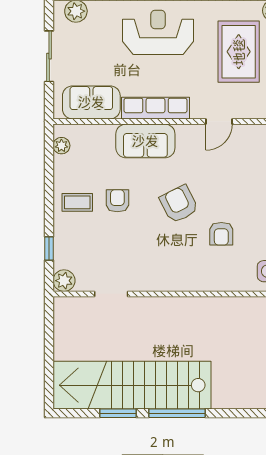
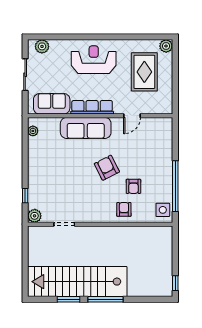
sofa: (145, 141) -> (86, 128), width x1.36
armchair: (117, 201) -> (124, 209), moved
coffee table: (77, 202) -> (43, 167), removed

